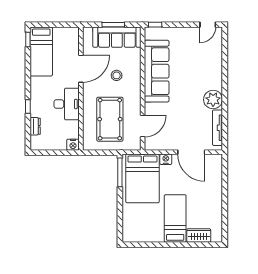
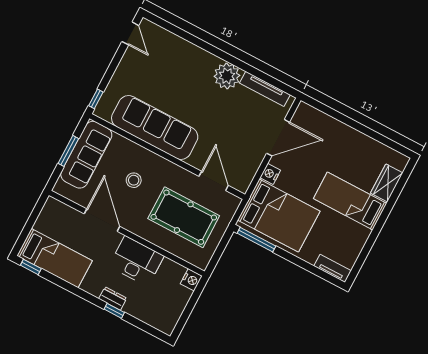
dresser: (35, 126) -> (113, 298), moved
tv unit: (127, 230) -> (333, 268), added

